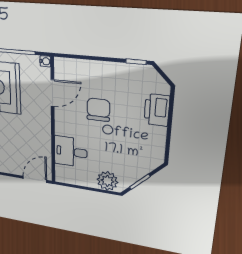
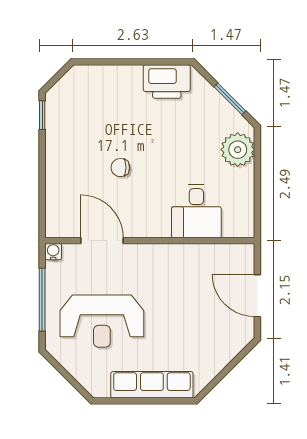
chair: (98, 110) -> (120, 168), width x0.54, depth x0.54
printer: (157, 110) -> (167, 81), moved
door: (35, 179) -> (257, 296), moved

